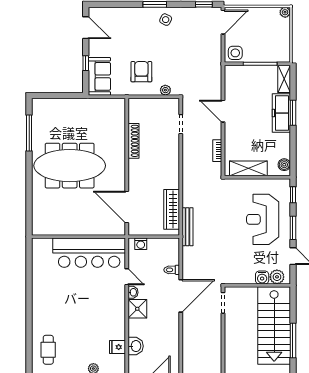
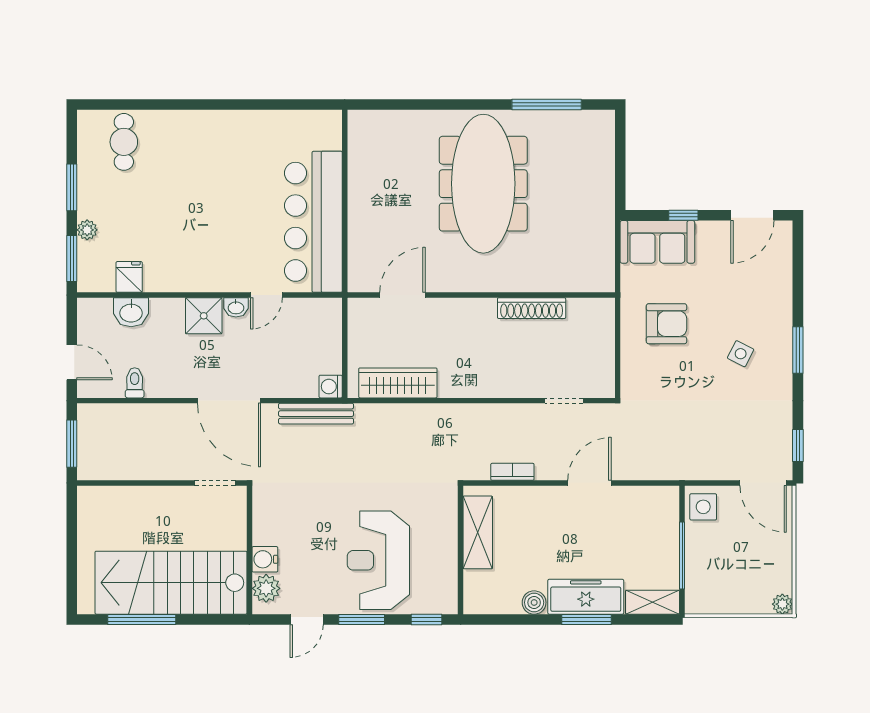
side table: (166, 20) -> (741, 354), moved
plant: (165, 90) -> (630, 371), removed
boiler: (284, 165) -> (534, 602), moved
door: (127, 207) -> (403, 295), width x0.73
reception desk: (263, 219) -> (378, 560), turned -90
bench: (187, 227) -> (316, 414), moved
washing machine: (141, 244) -> (331, 387), moved
toilet: (172, 270) -> (135, 383), moved
cafe table: (48, 350) -> (124, 142), turned 90

